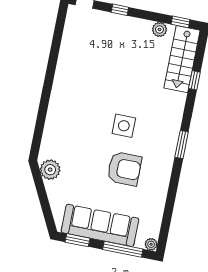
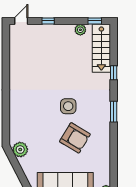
window: (194, 80) -> (114, 73), moved
armchair: (124, 169) -> (75, 138), turned 31

